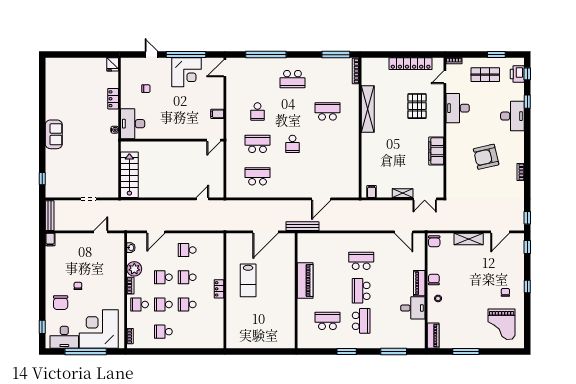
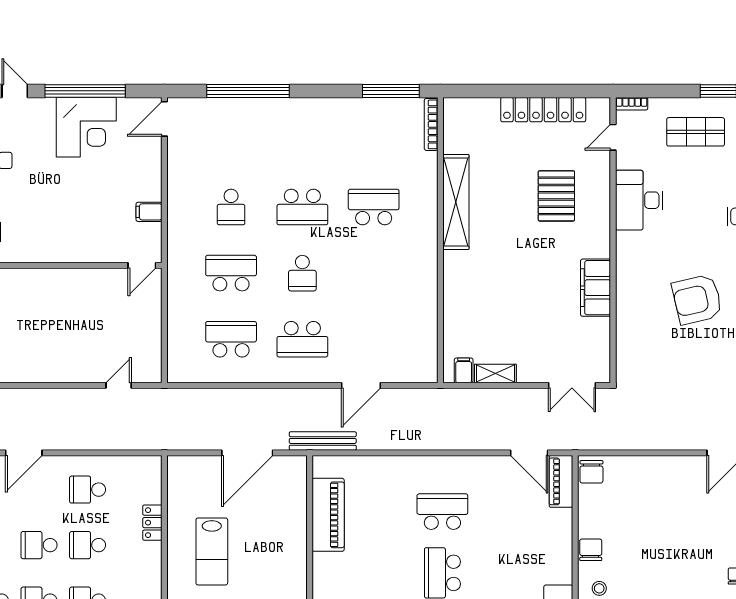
school desk: (292, 79) -> (302, 207), moved
school desk: (292, 176) -> (302, 339), added
shelving: (403, 193) -> (495, 374), moved
shelving: (469, 239) -> (661, 467), removed
piano: (305, 281) -> (328, 515), moved
piano: (419, 283) -> (561, 481), moved
locker: (219, 289) -> (152, 523), moved

